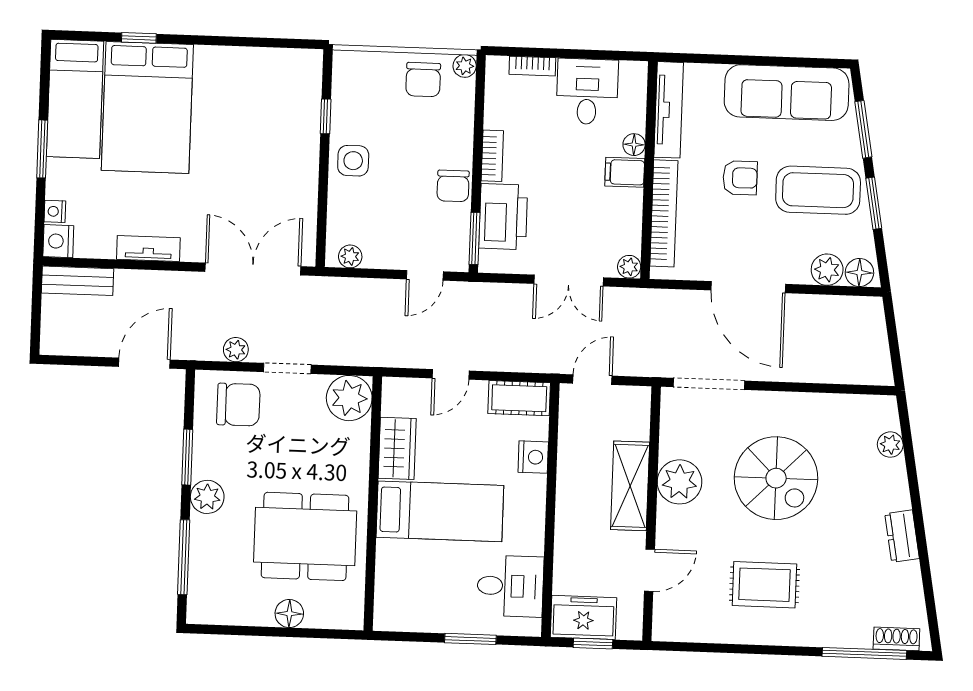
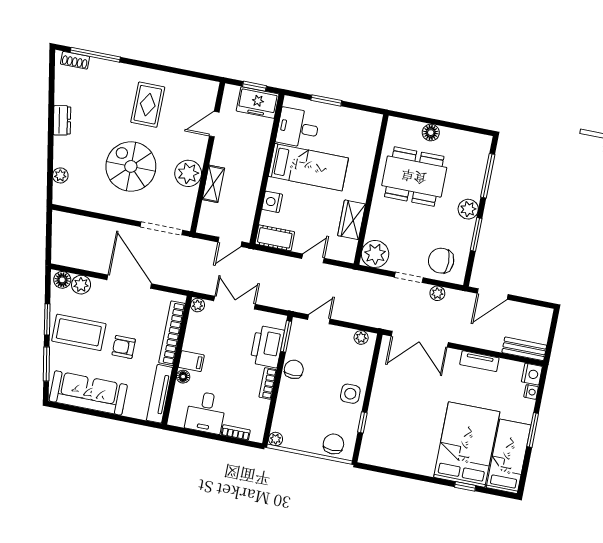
chair: (423, 80) -> (333, 444), moved
shelving: (630, 486) -> (213, 184), width x0.67, depth x0.75
bed: (440, 511) -> (308, 167), moved, turned 180
rug: (764, 585) -> (148, 105), turned 90

